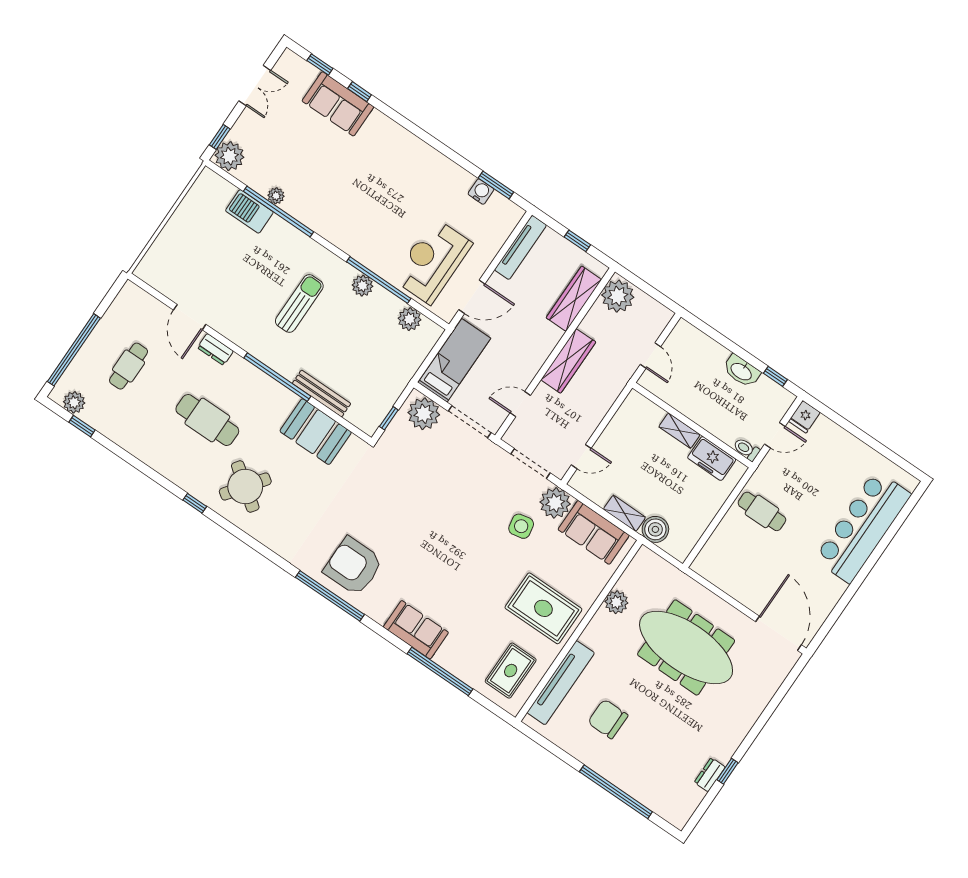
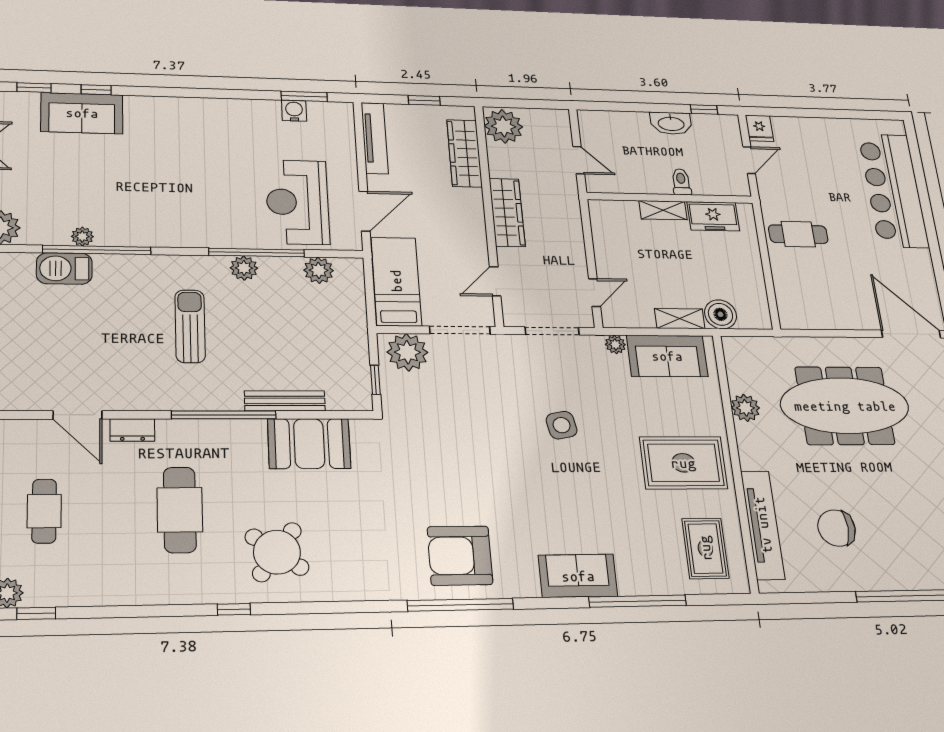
cafe table: (207, 420) -> (180, 510), turned 90
toilet: (746, 449) -> (681, 182), moved, turned 90
plant: (555, 503) -> (615, 344), width x0.53, depth x0.53
side table: (521, 526) -> (562, 425), moved

